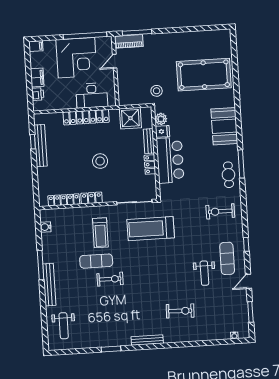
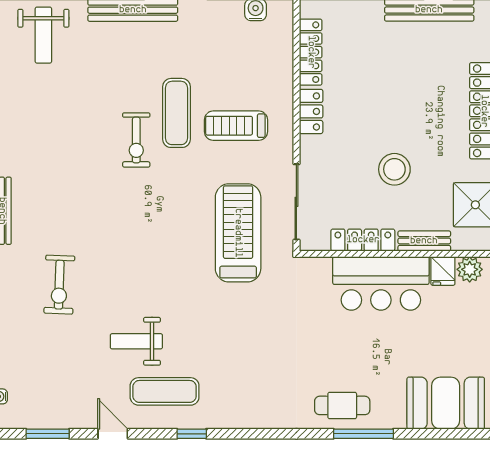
stool: (100, 161) -> (394, 169), moved
locker: (150, 165) -> (363, 240), width x1.53
exercise bike: (220, 211) -> (265, 383), removed
weight bench: (64, 326) -> (43, 35), turned -90

